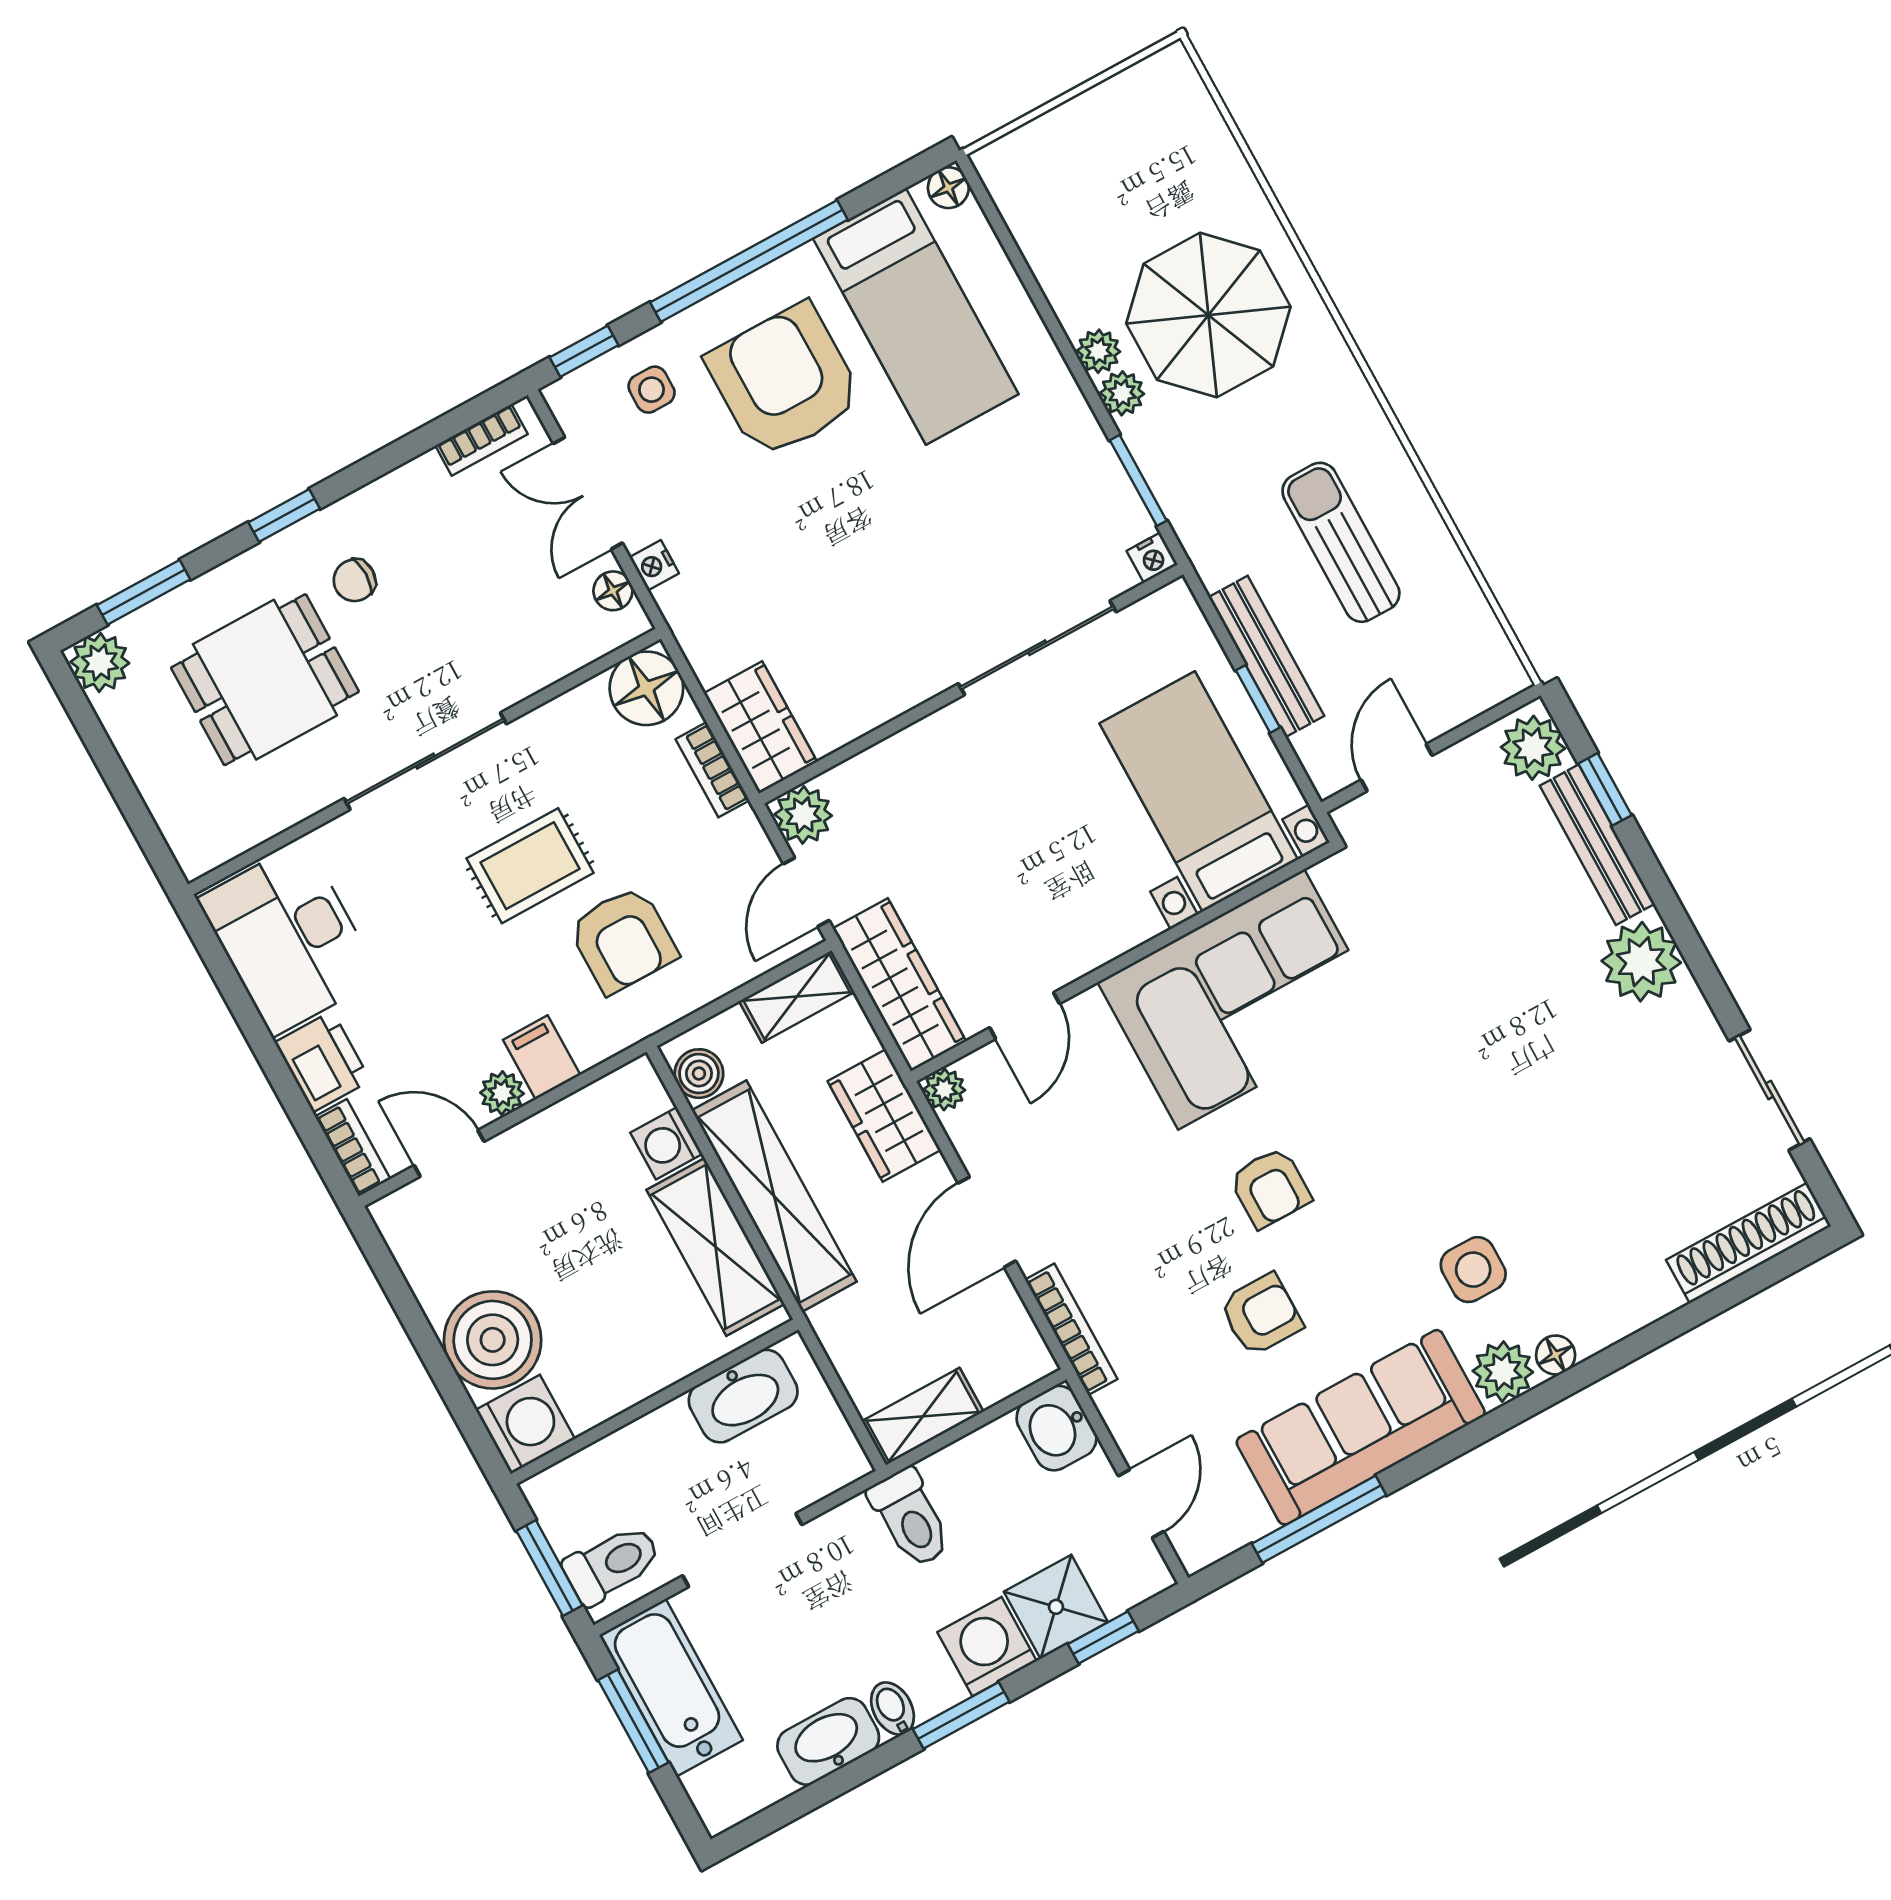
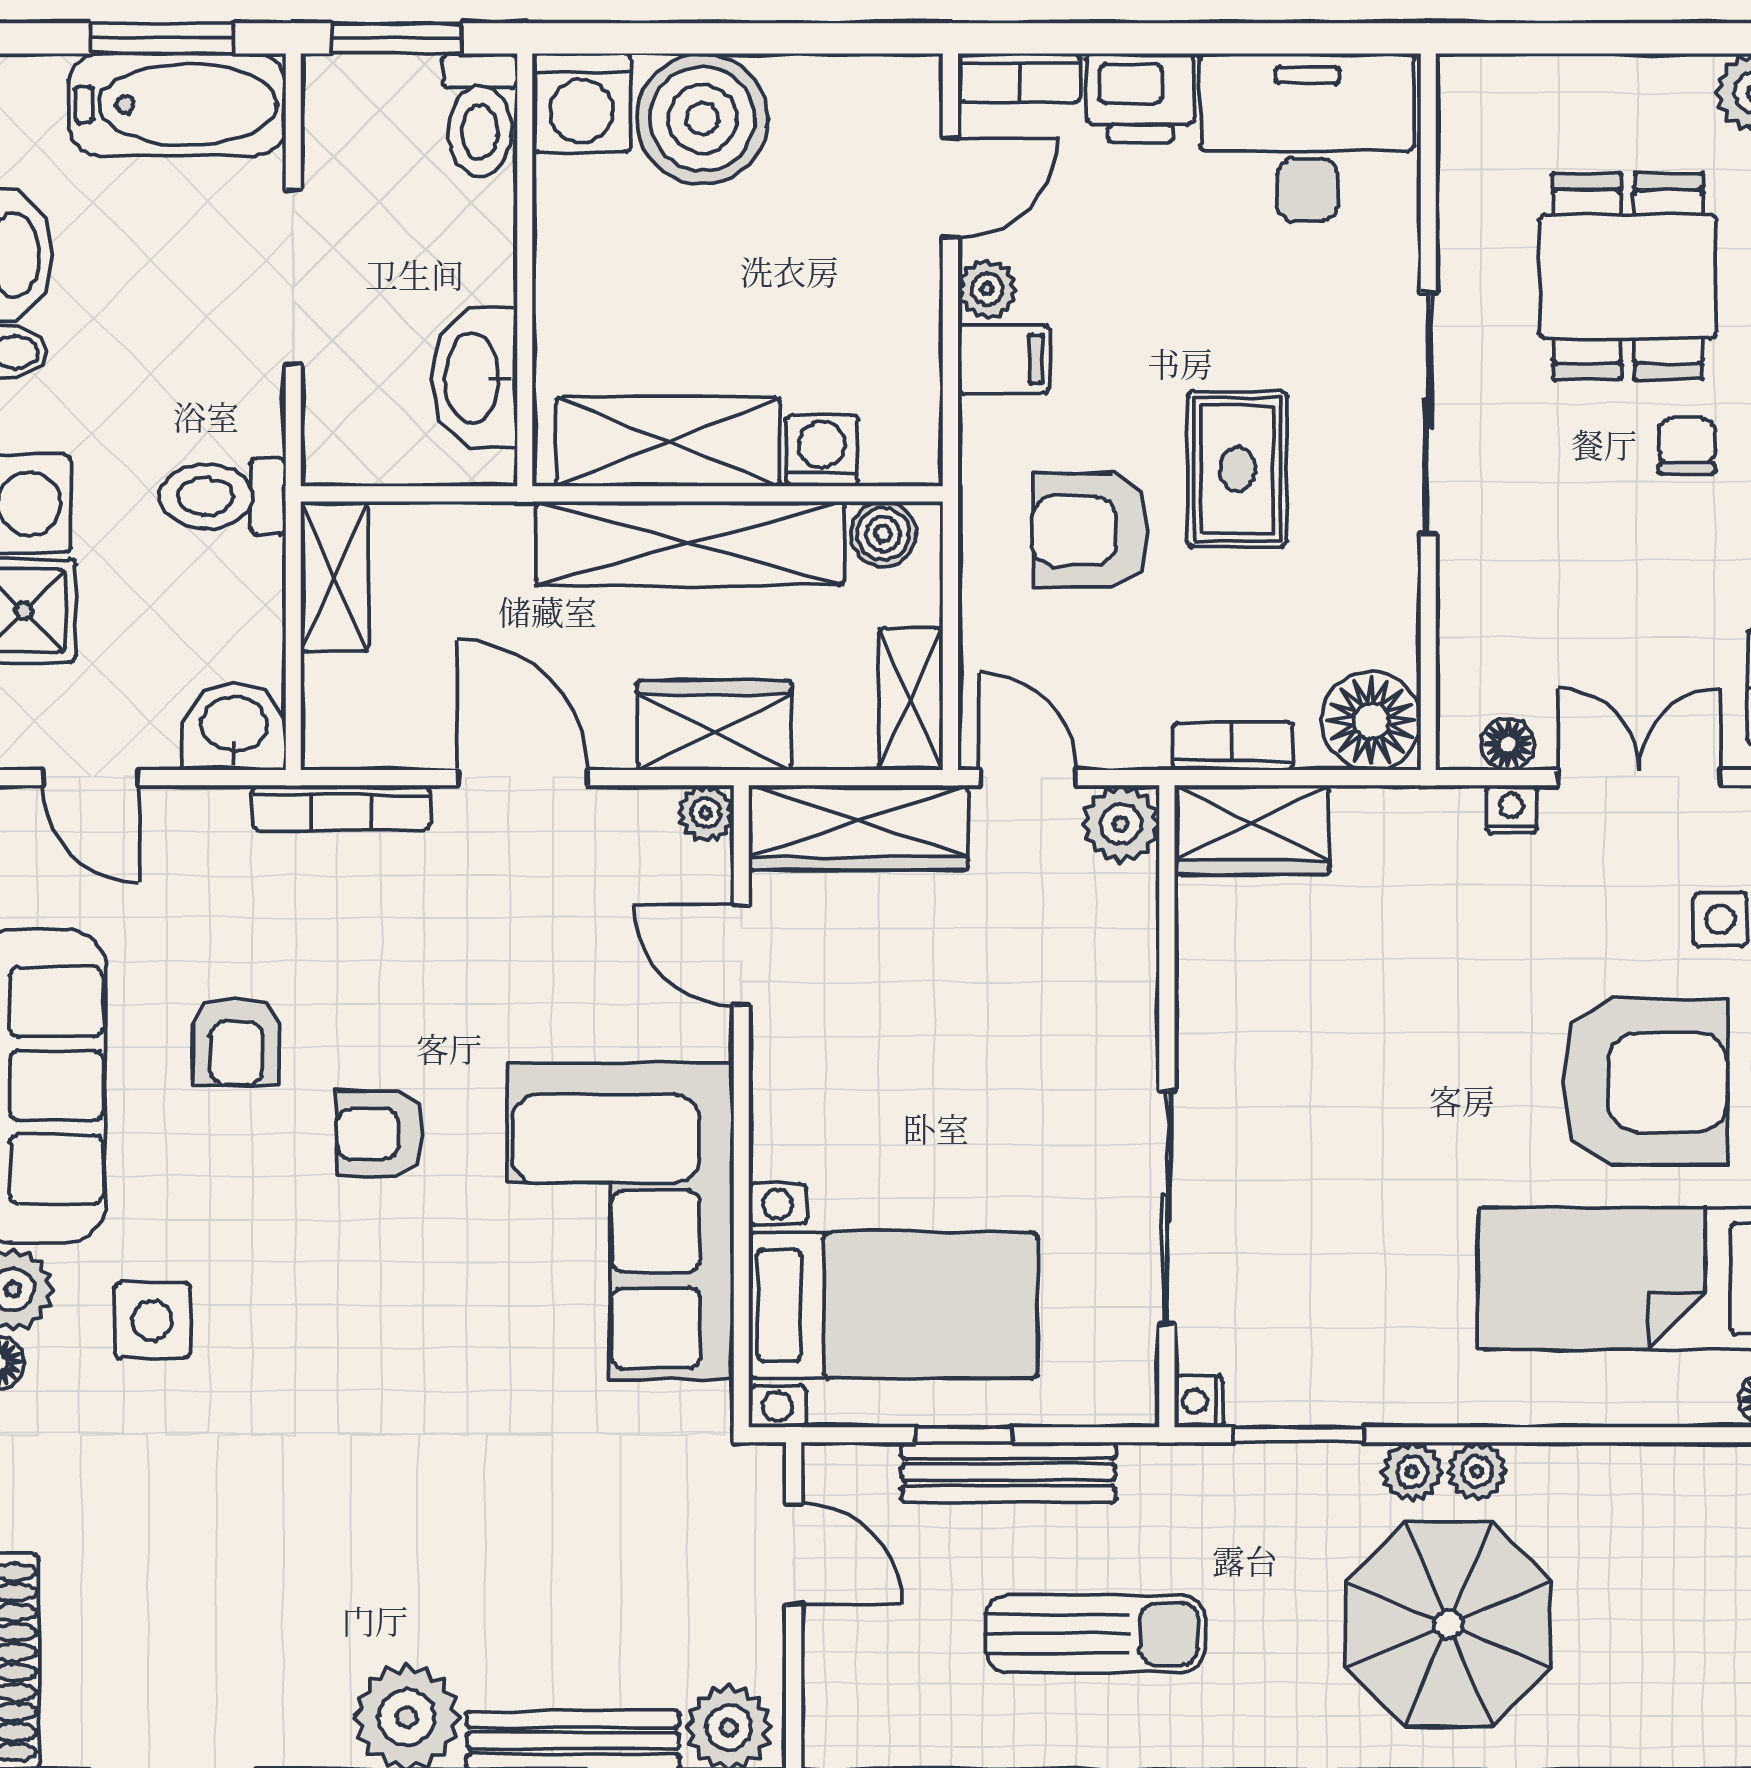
toilet: (612, 1564) -> (480, 115), moved

